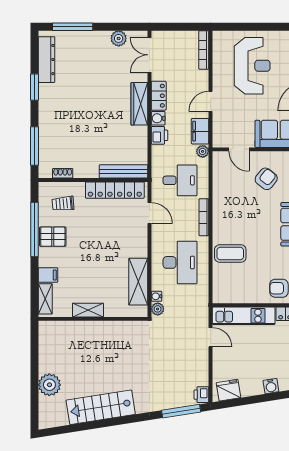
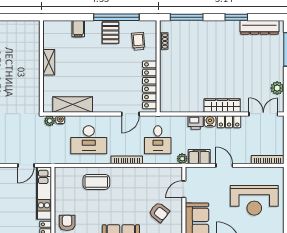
bench: (124, 171) -> (165, 92), removed
coffee table: (230, 253) -> (96, 182), turned 90
shelving: (45, 299) -> (58, 26), removed

